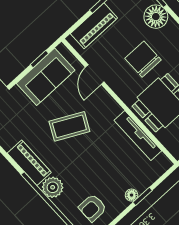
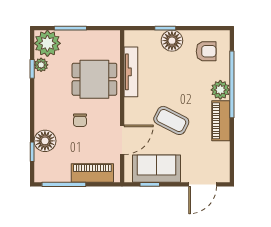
chair: (143, 59) -> (80, 120), width x0.54, depth x0.54
door: (95, 74) -> (122, 140), width x1.38
floor lamp: (132, 195) -> (172, 41), width x1.89, depth x1.89

